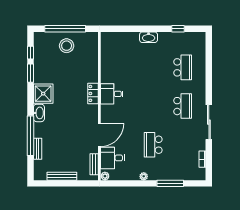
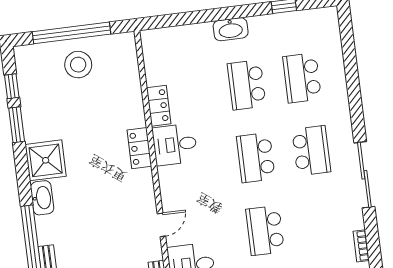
school desk: (153, 67) -> (247, 85), added
school desk: (183, 67) -> (302, 78), turned 180
locker: (106, 73) -> (159, 106), added
school desk: (153, 106) -> (256, 158), added
door: (99, 135) -> (161, 225), width x0.53

